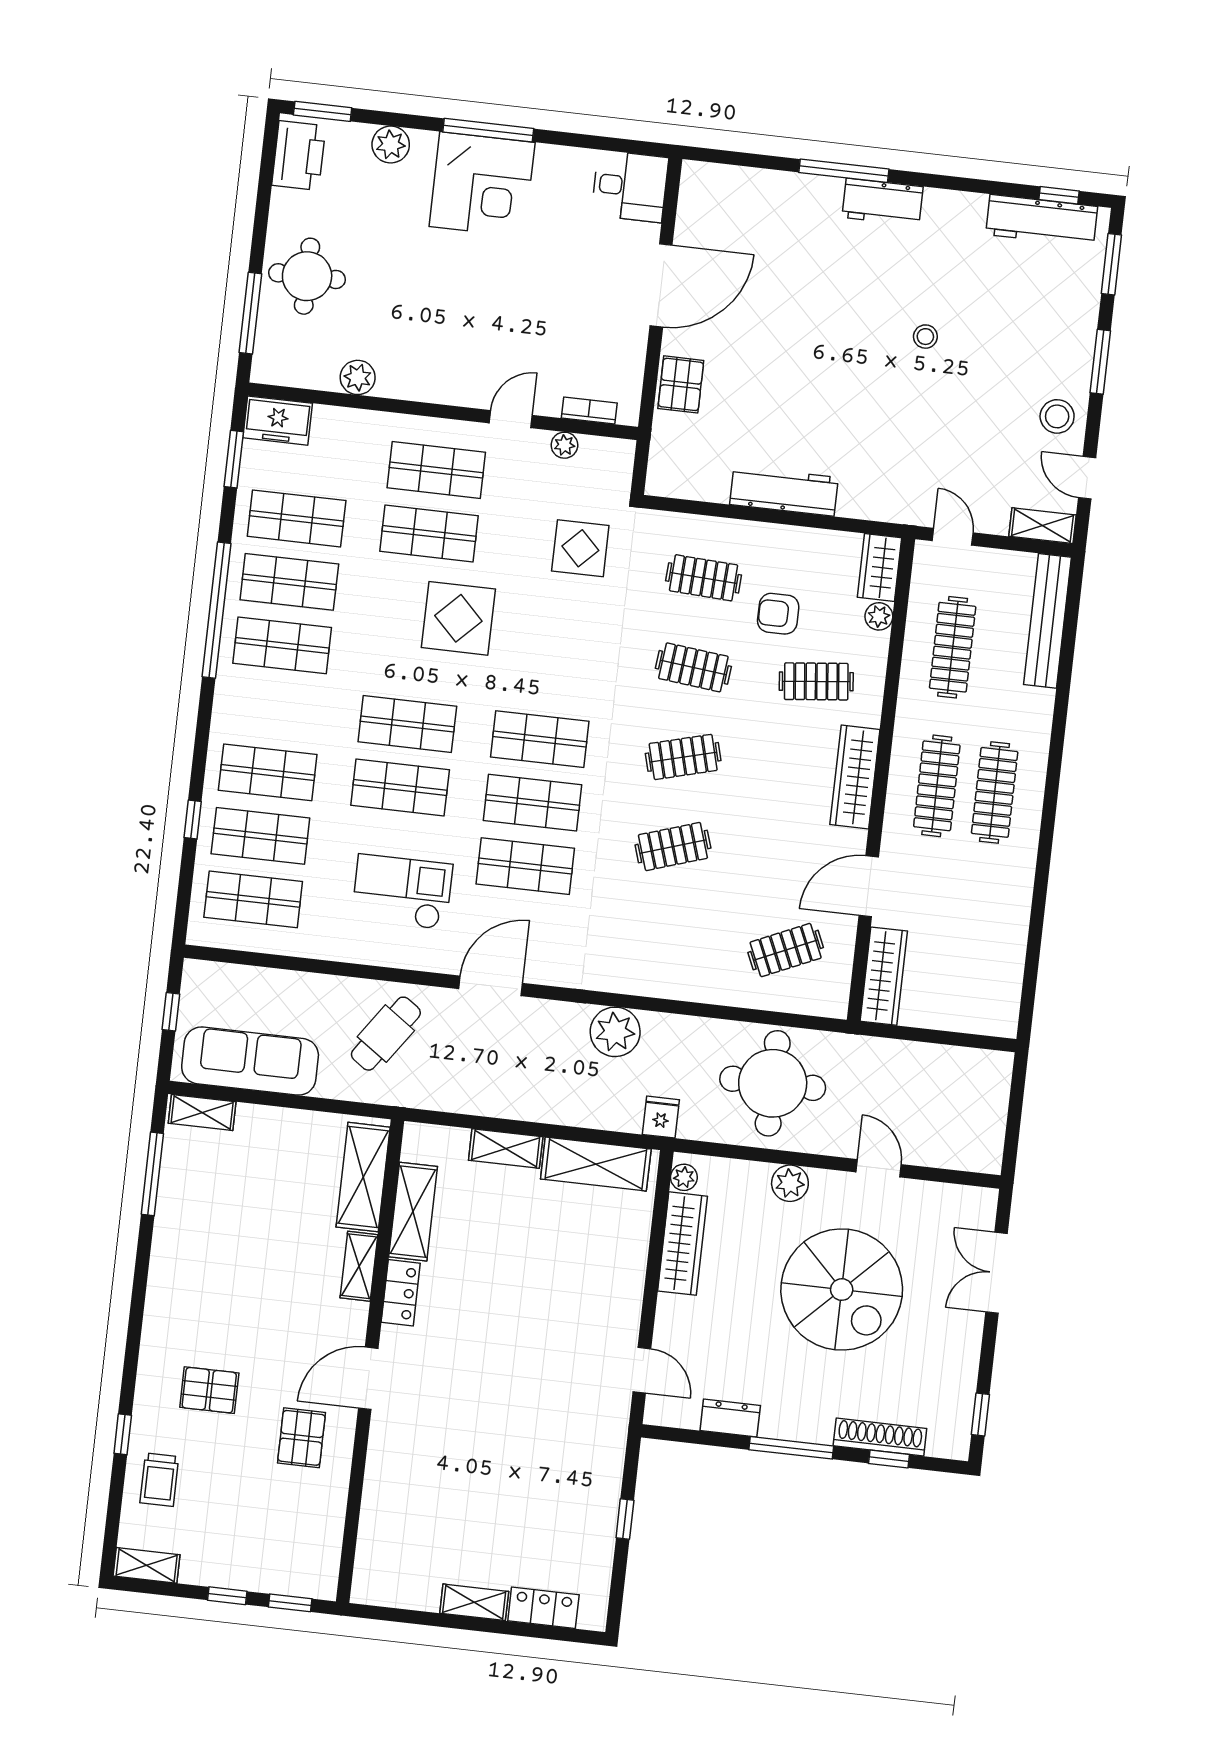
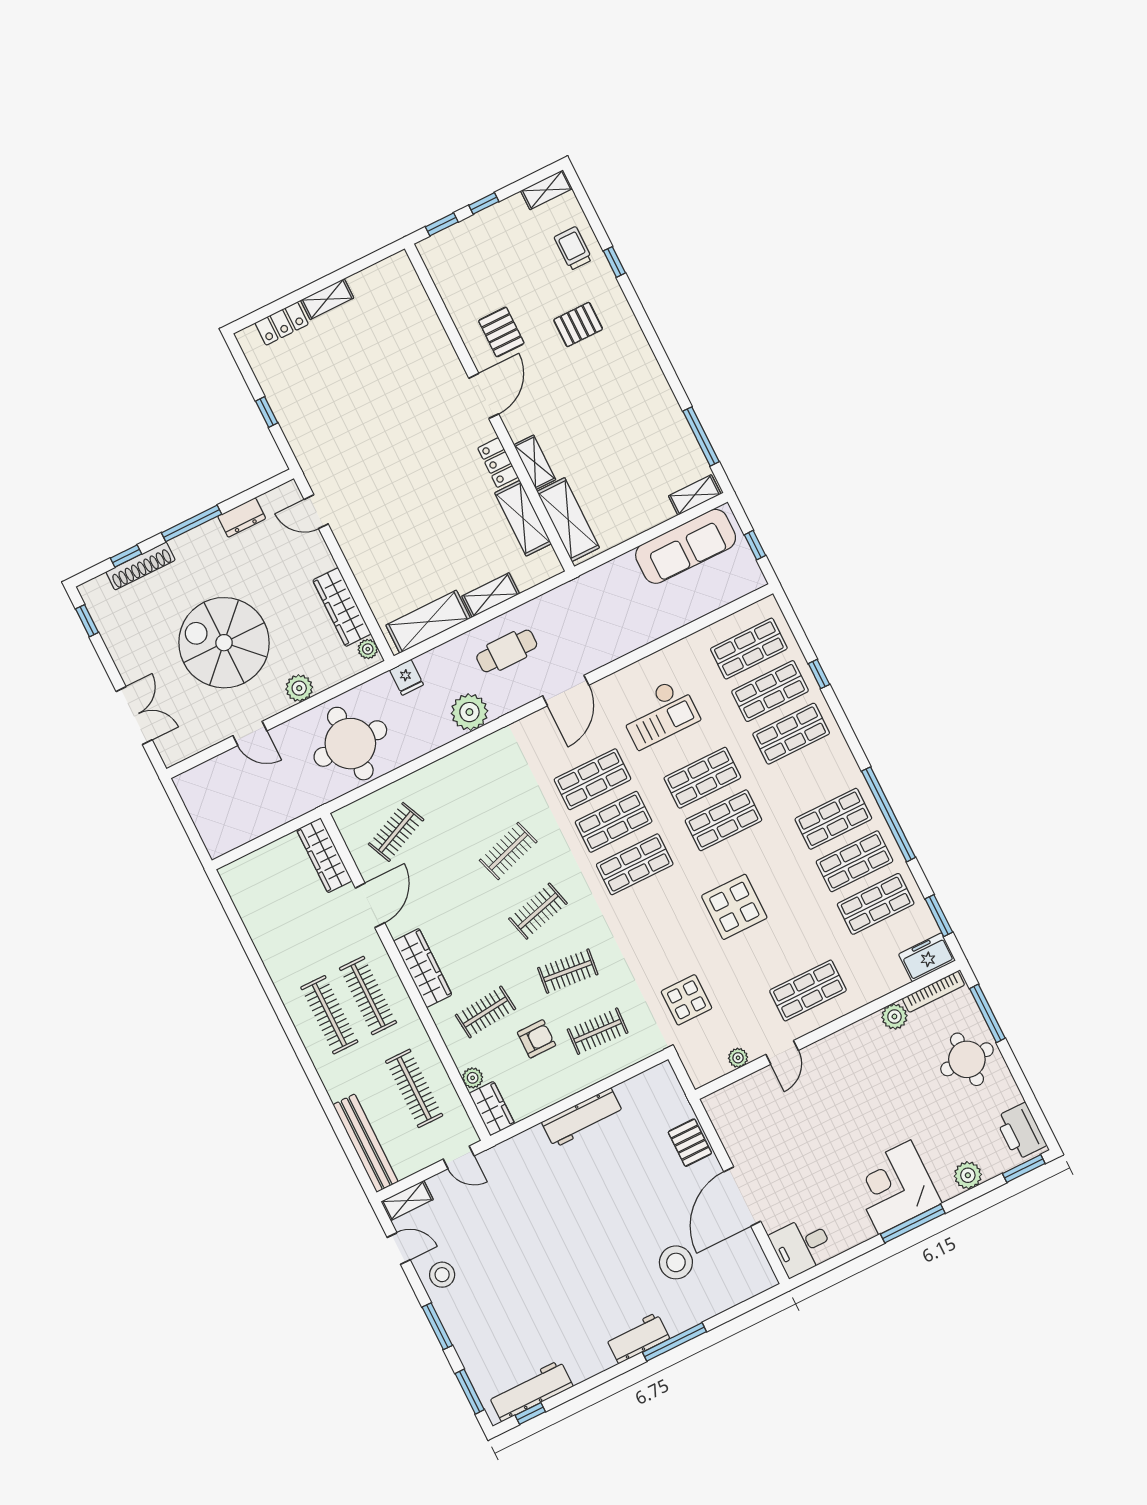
stool: (925, 337) -> (676, 1262), moved, width x1.89, depth x1.89
bookcase: (589, 410) -> (933, 992), moved, width x1.56
shop shelf: (429, 534) -> (787, 948), removed
cafe table: (386, 1034) -> (507, 651), moved, turned 55

